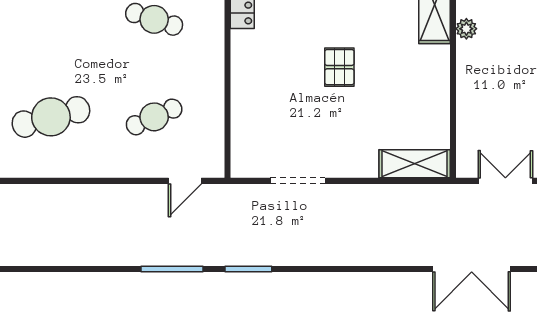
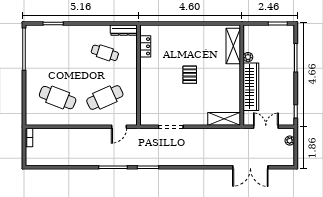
wardrobe: (473, 93) -> (251, 87), added
cafe table: (51, 117) -> (58, 98), turned 36
cafe table: (154, 117) -> (105, 98), width x1.37, depth x1.35

